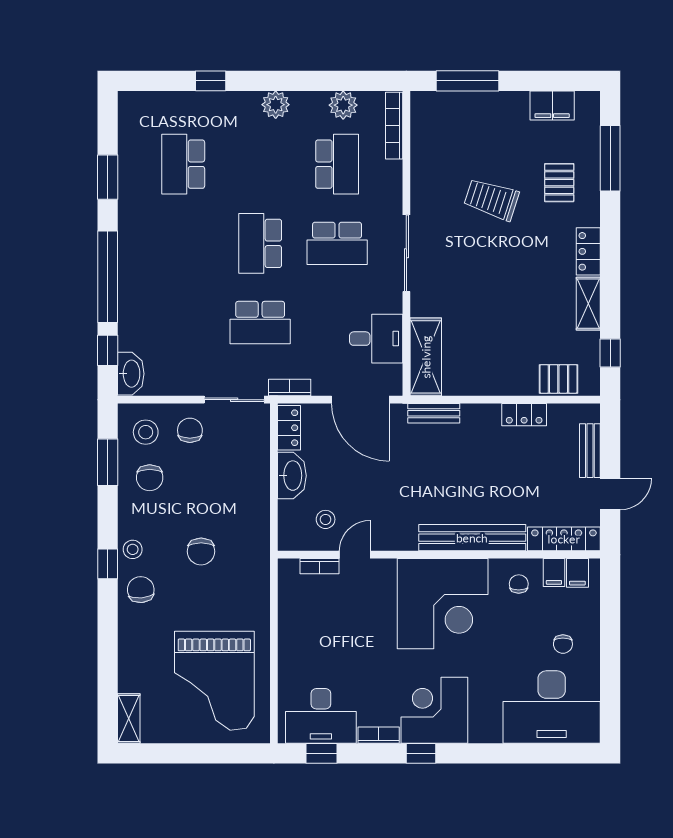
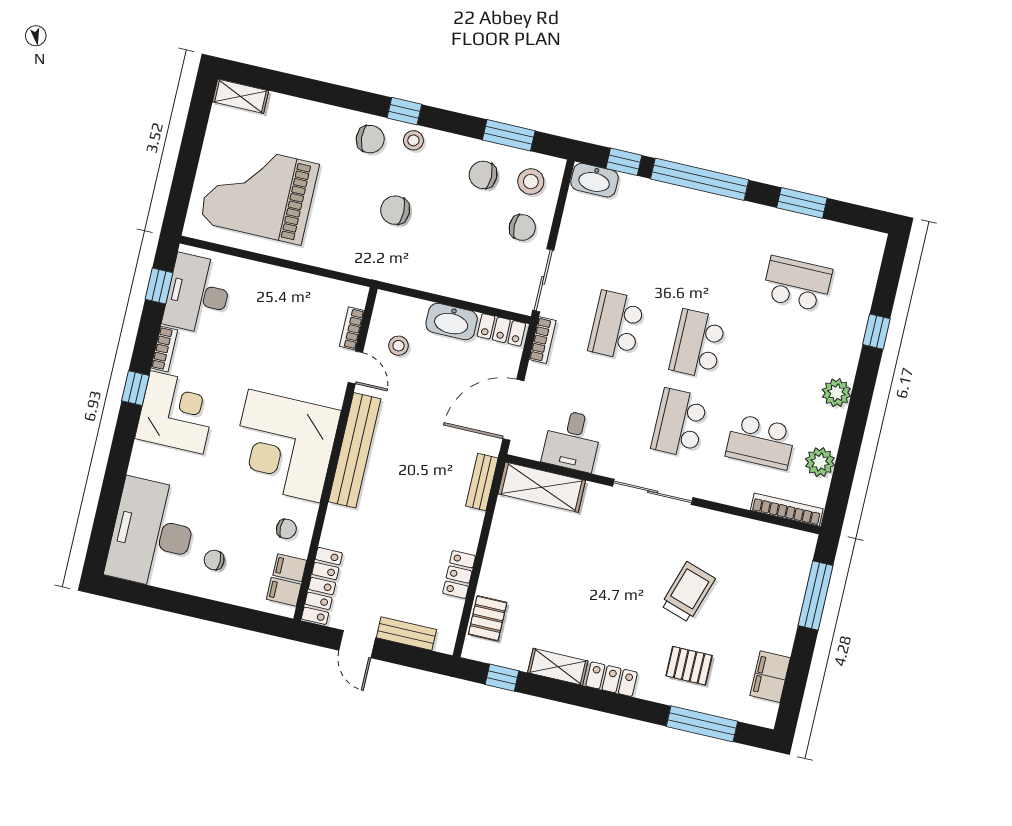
school desk: (260, 243) -> (698, 344), turned -90
bench: (472, 538) -> (355, 450), moved

